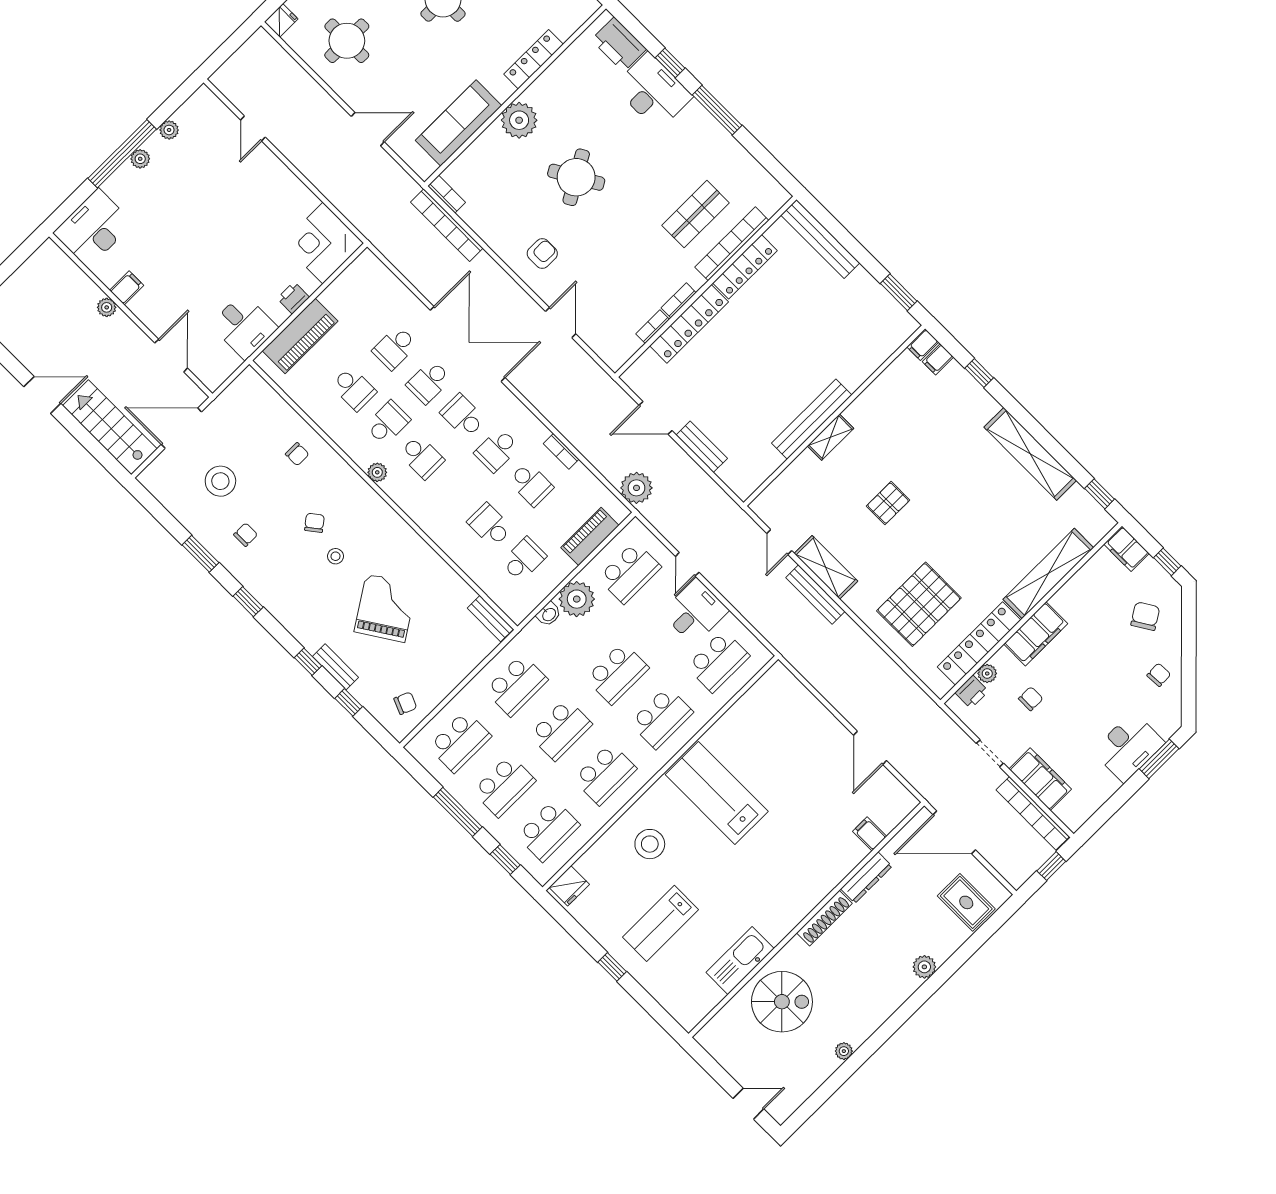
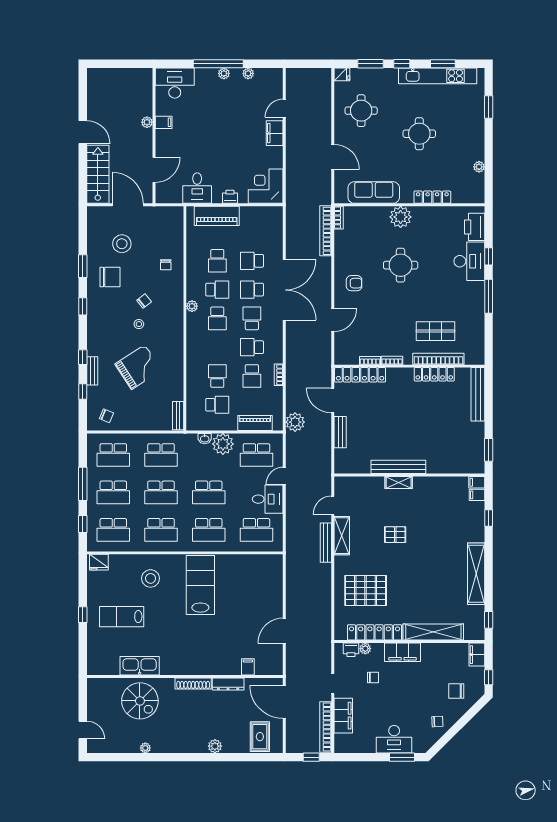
filing cabinet: (271, 169) -> (275, 133), added
round table: (576, 177) -> (401, 265), turned 30
locker: (689, 324) -> (360, 375), moved
chair: (246, 535) -> (110, 277), width x1.87, depth x1.87
chair: (1145, 616) -> (456, 691), turned -148

